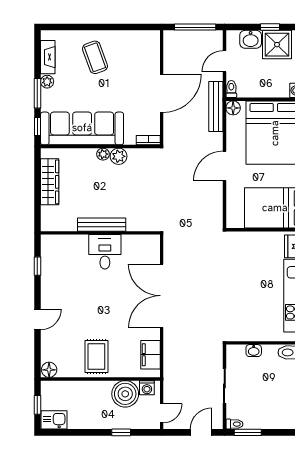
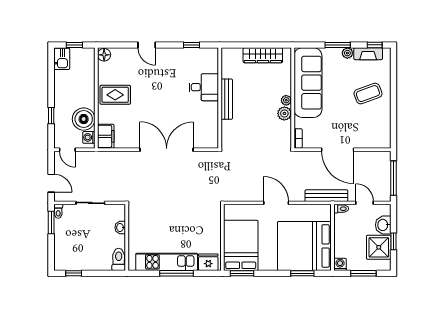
floor lamp: (233, 108) -> (325, 210), removed
window: (37, 126) -> (375, 45), moved
desk: (105, 252) -> (204, 87), moved
filing cabinet: (150, 355) -> (106, 136), moved, turned 90

